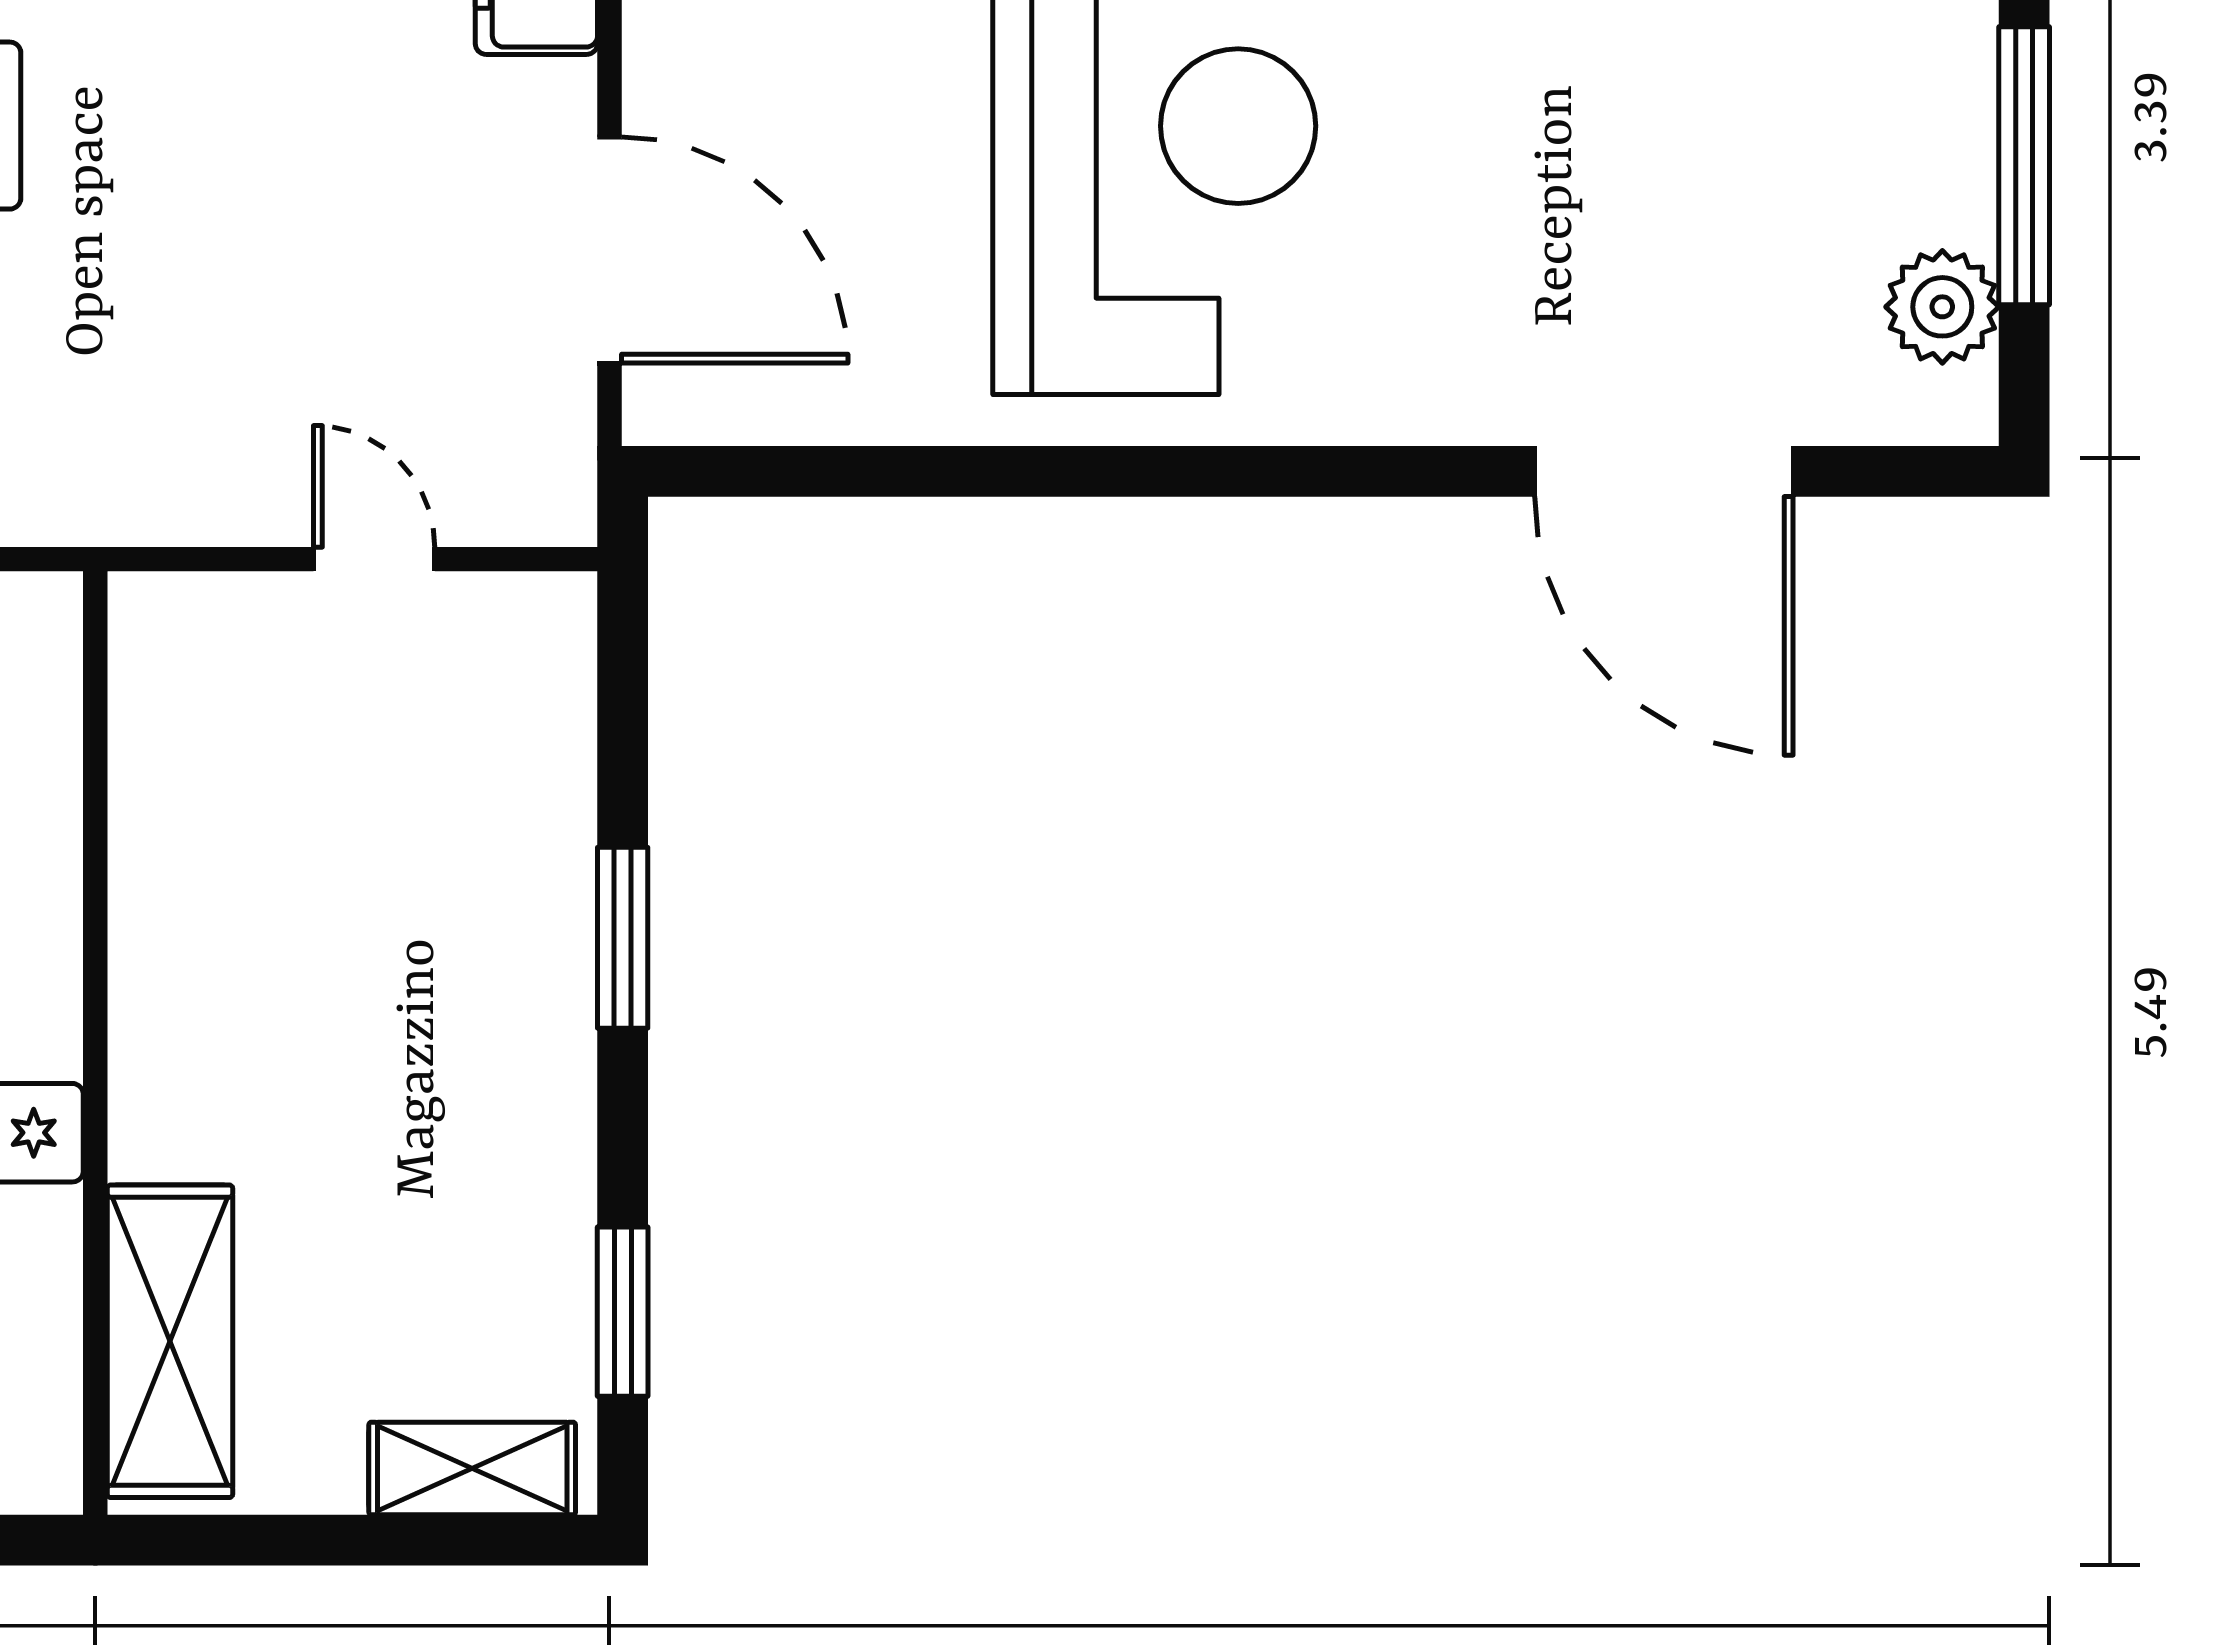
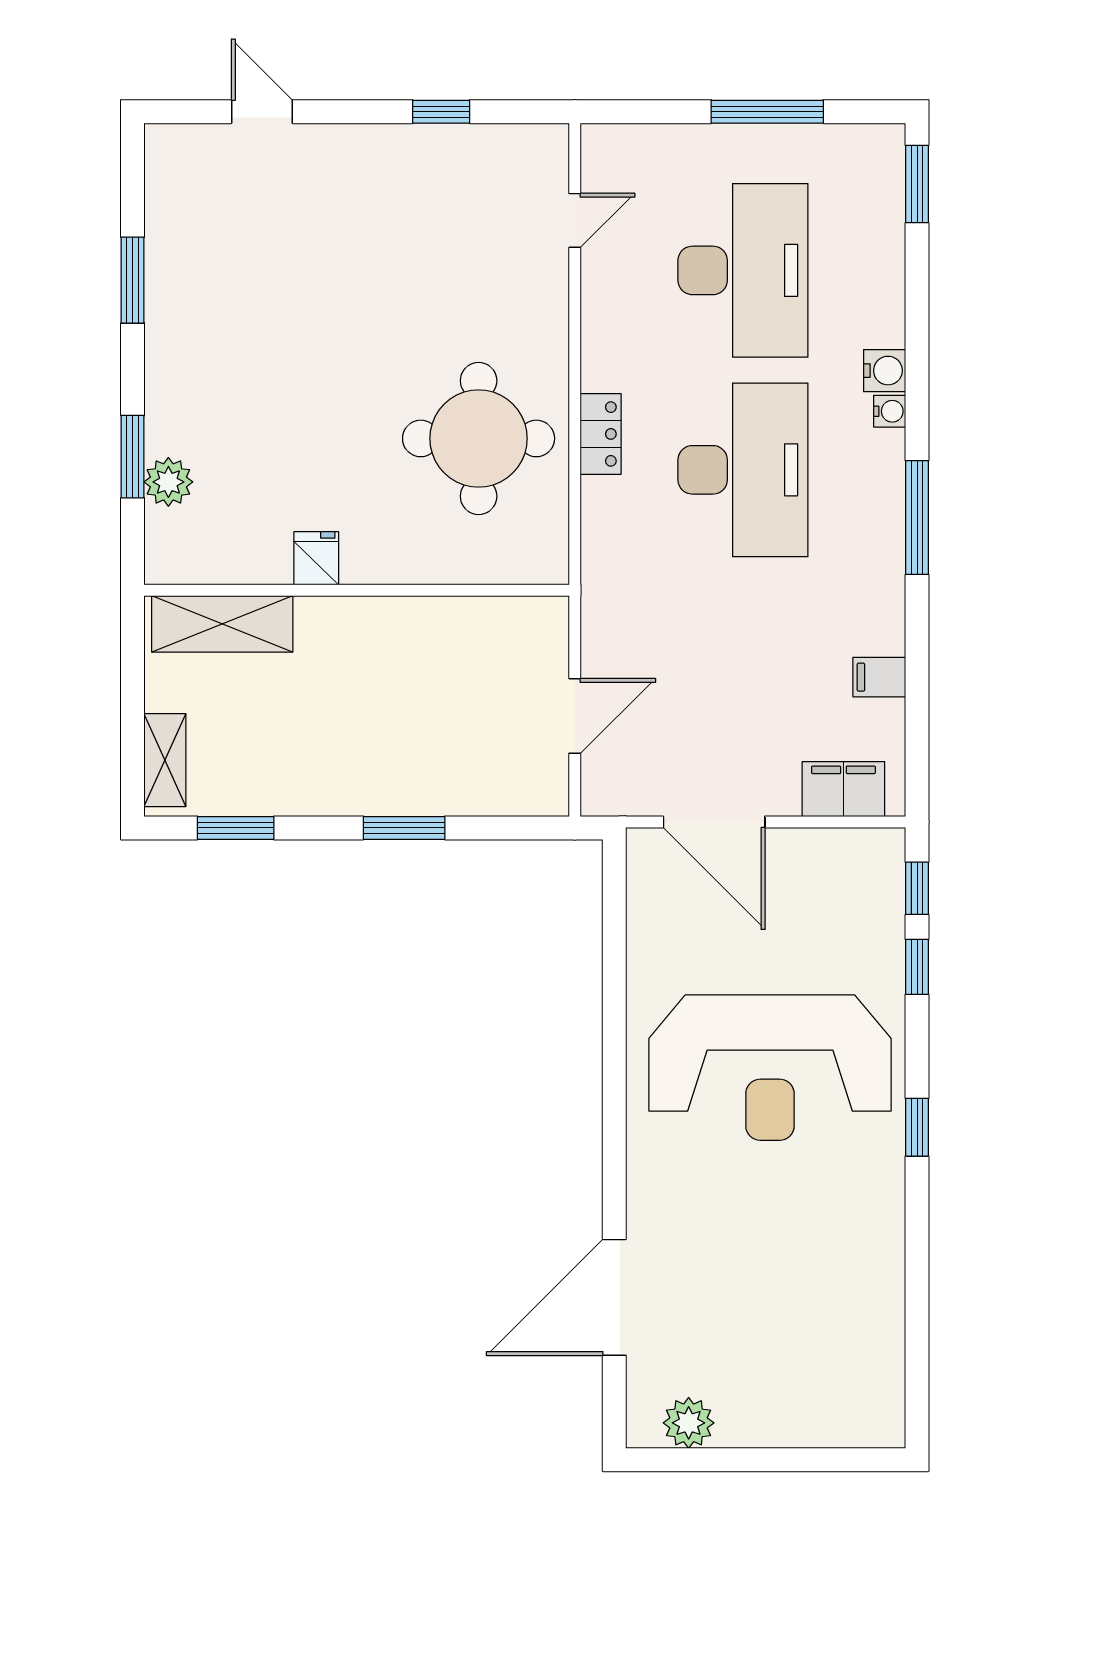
window: (2024, 166) -> (752, 1460), removed
door: (609, 250) -> (714, 822), hinge flipped
door: (374, 559) -> (575, 716), width x1.38

